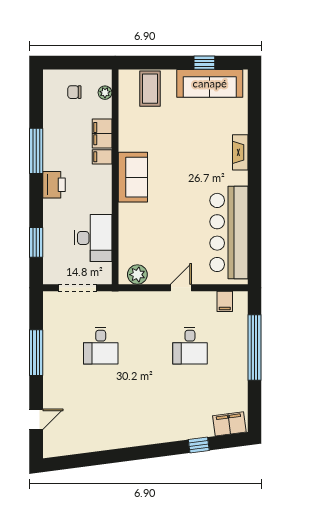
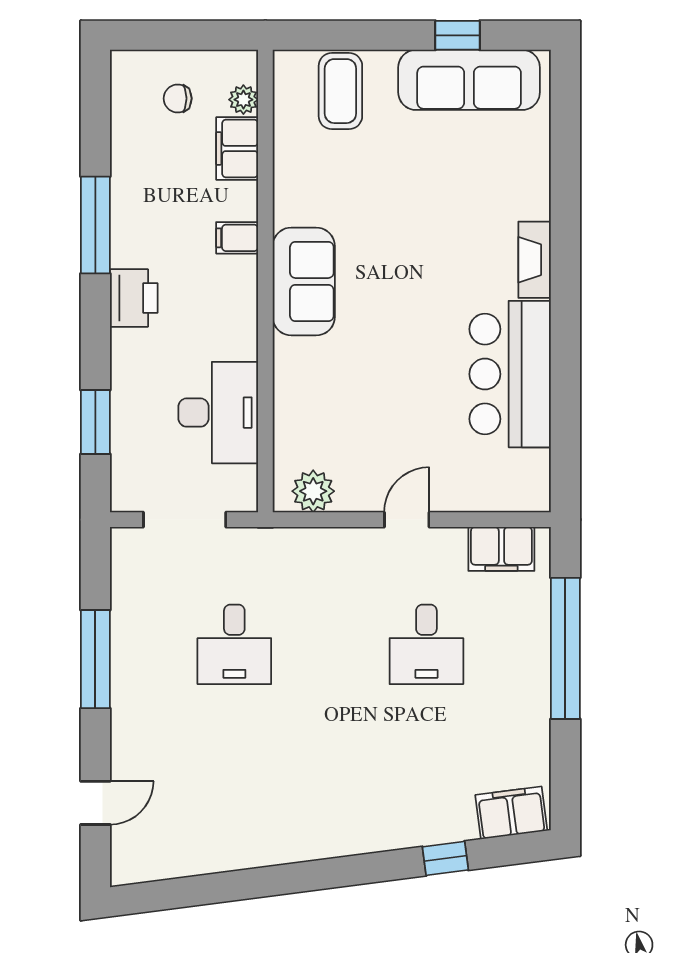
filing cabinet: (102, 134) -> (237, 148), moved
fireplace: (240, 152) -> (535, 260), moved
bar counter: (229, 232) -> (510, 374), width x0.73
filing cabinet: (225, 301) -> (501, 549), width x2.00

